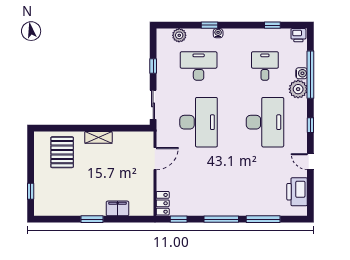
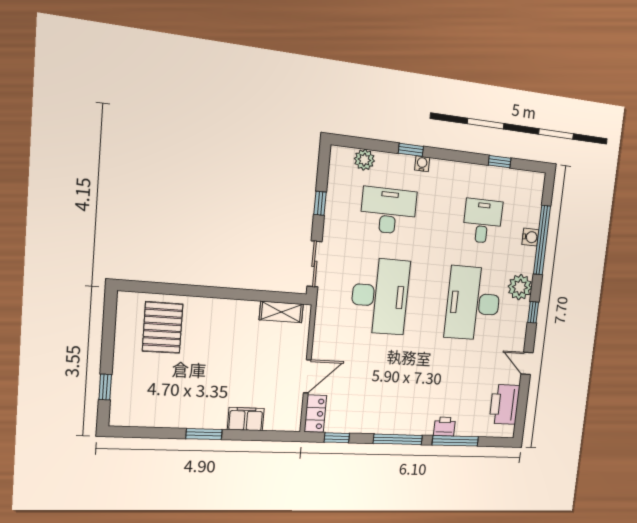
printer: (298, 35) -> (445, 427), moved, turned 180
plant: (298, 89) -> (520, 287), moved
desk: (265, 122) -> (473, 303), turned 180
shelving: (98, 137) -> (281, 312), moved
door: (155, 159) -> (307, 376), moved

